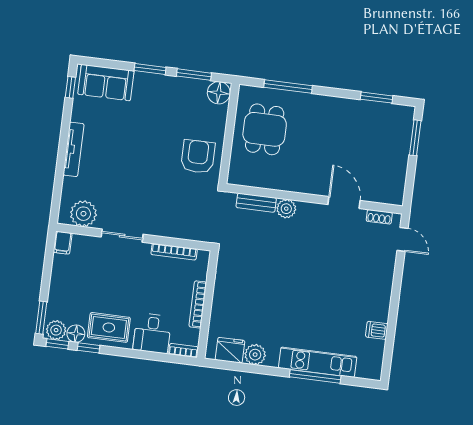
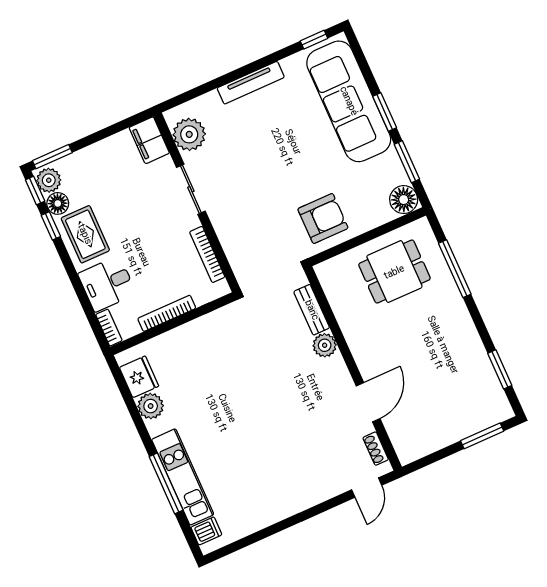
sofa: (106, 82) -> (349, 101), width x1.85, depth x1.27
filing cabinet: (63, 243) -> (149, 140), width x2.00
dishwasher: (377, 330) -> (206, 531), moved, turned 90

